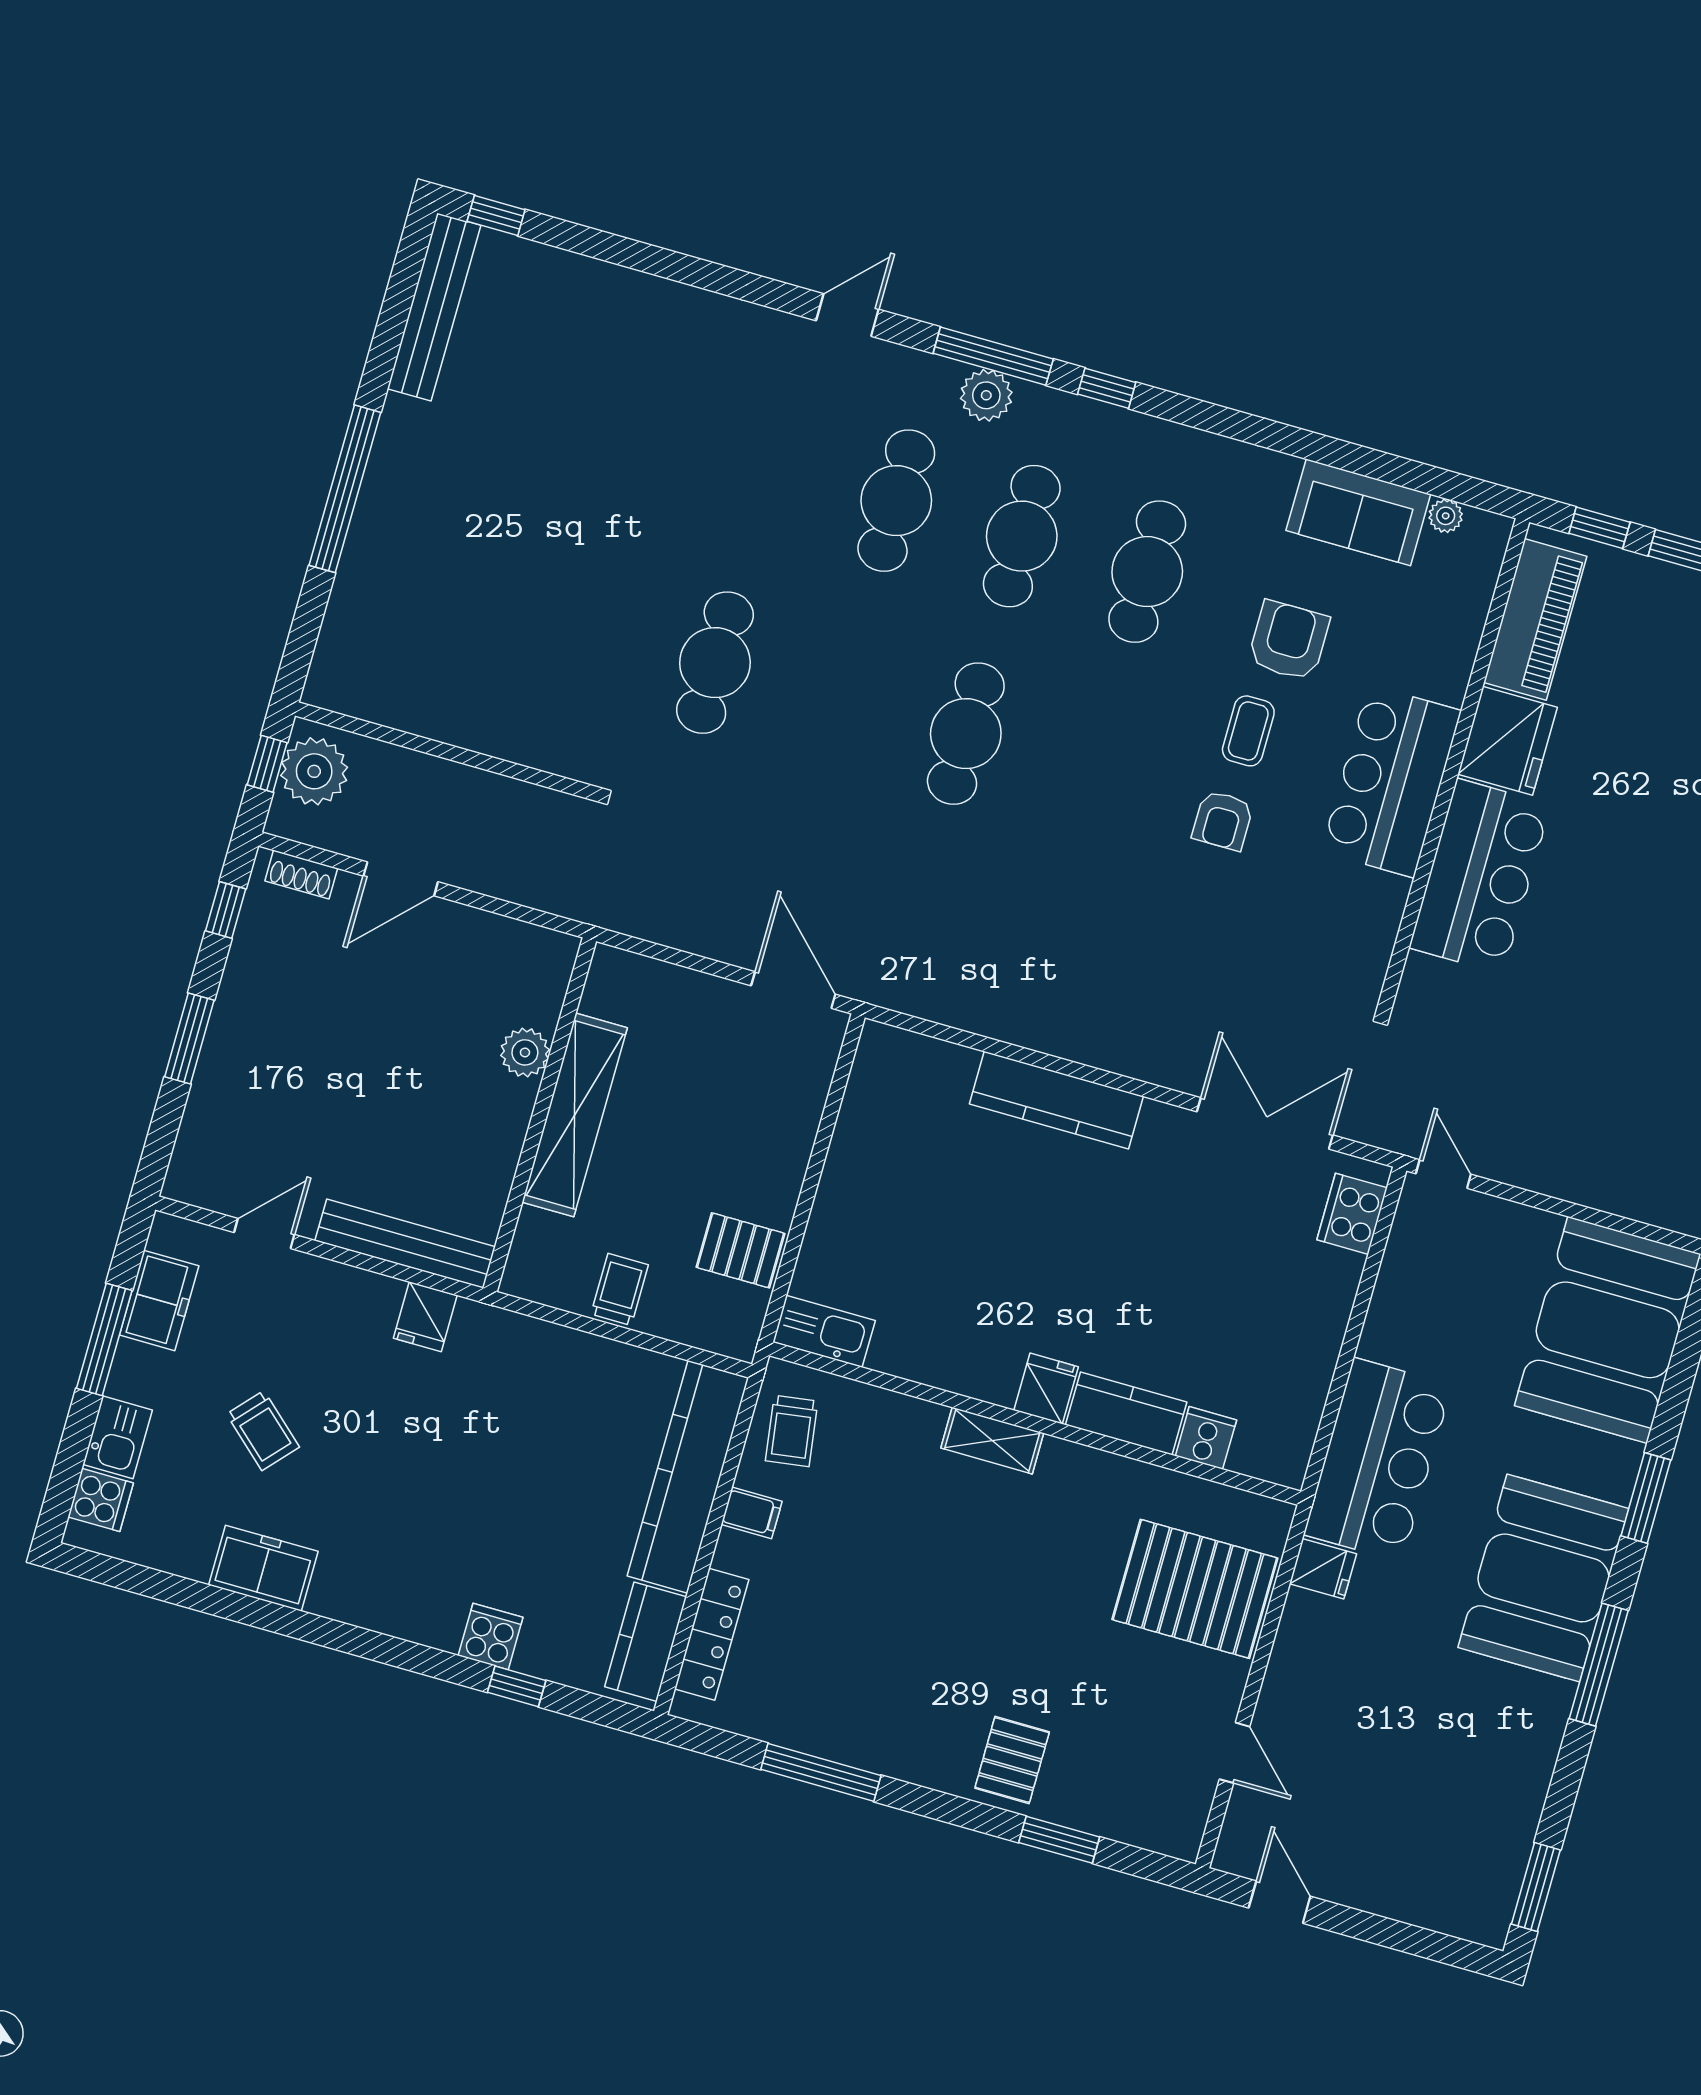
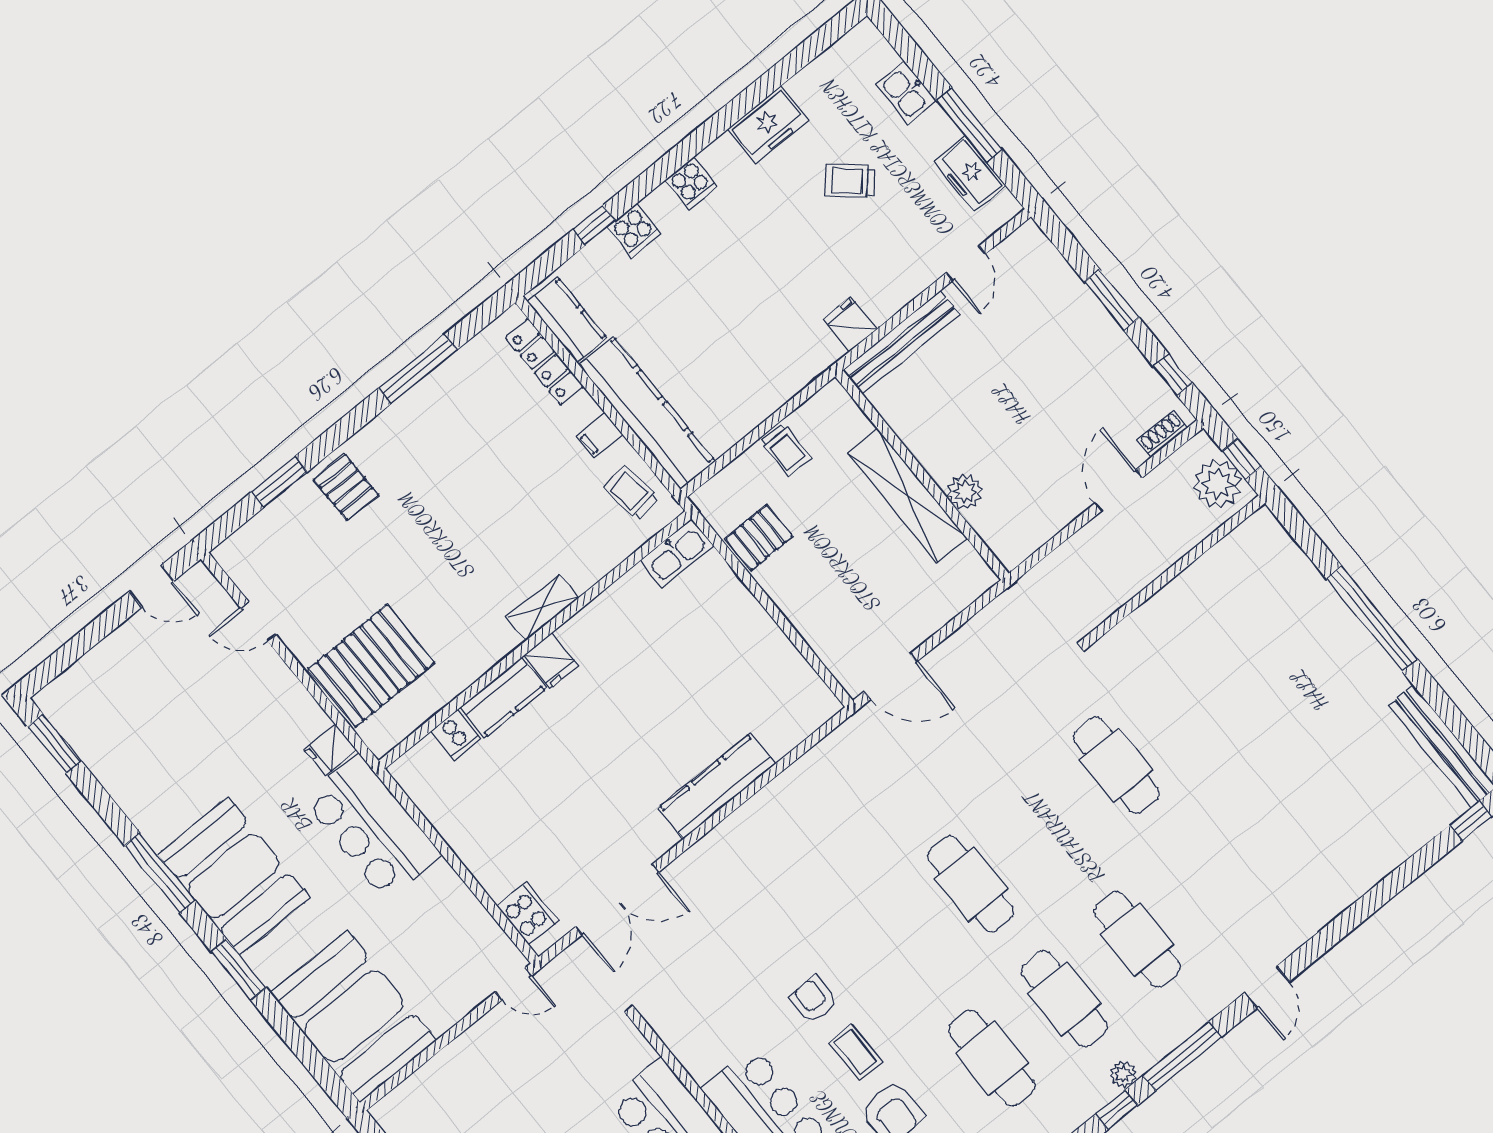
plant: (986, 395) -> (1123, 1074), moved, width x0.73, depth x0.73
cooker: (101, 1500) -> (691, 183), moved, turned -90

